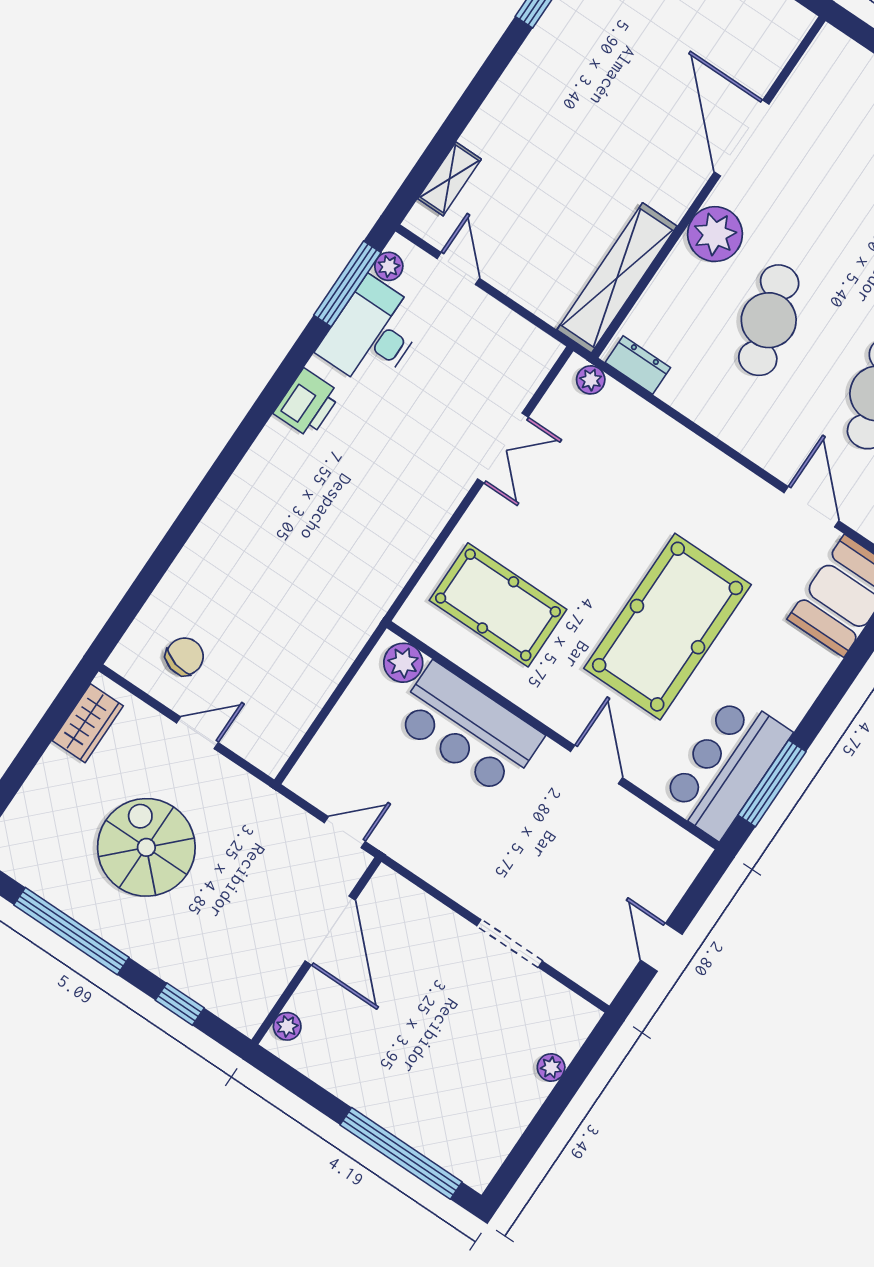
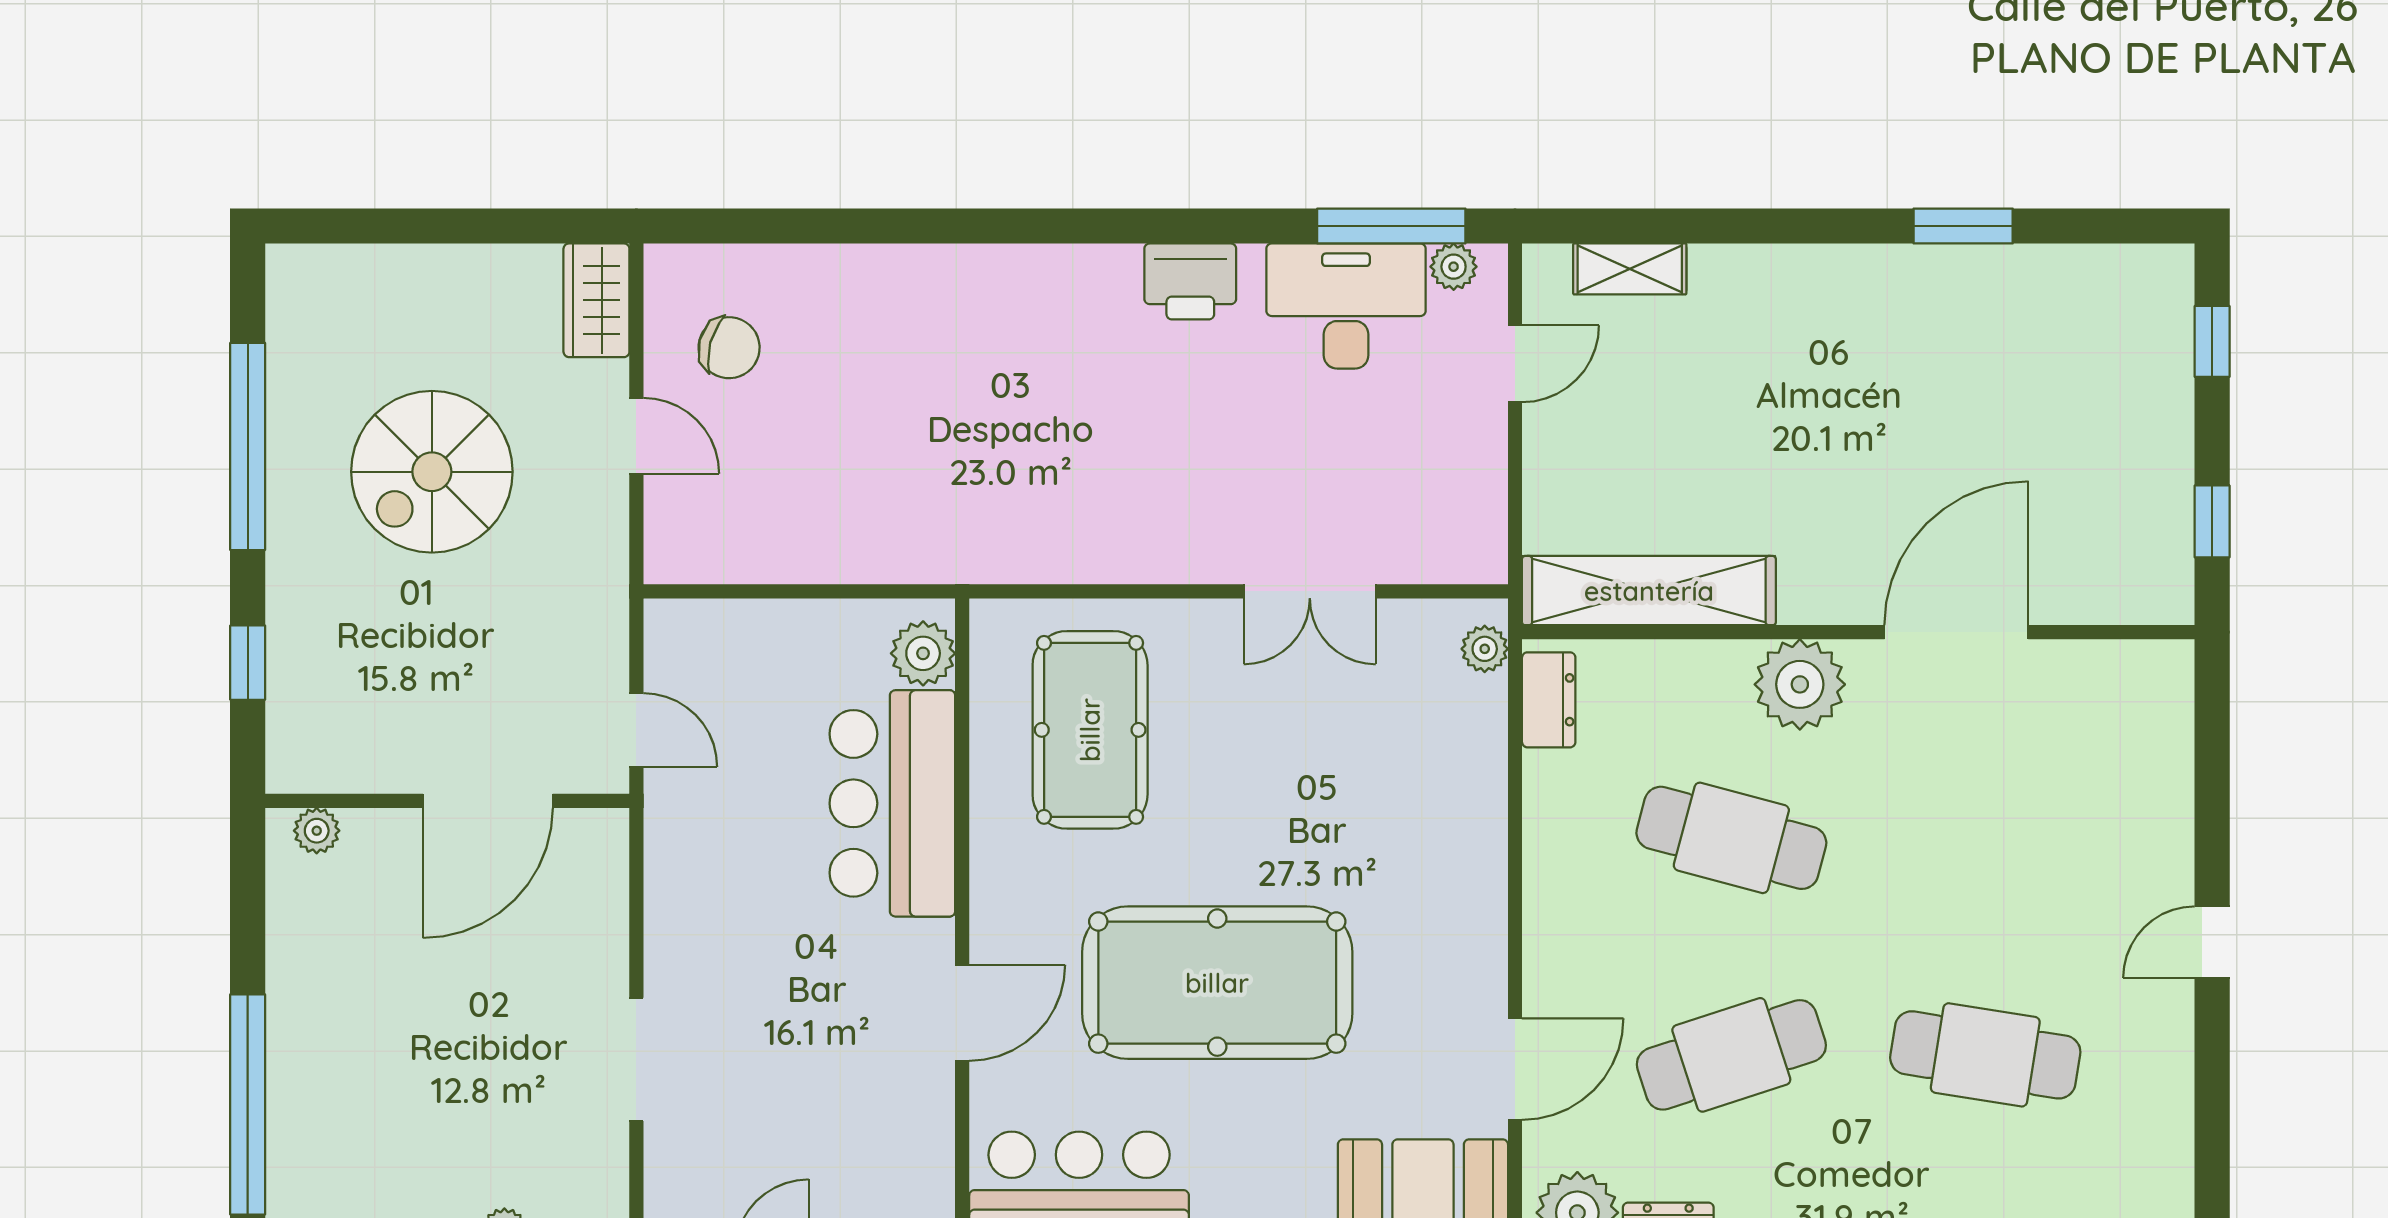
cafe table: (769, 320) -> (1731, 838), turned 33
wardrobe: (88, 723) -> (596, 300), moved, turned 90
spiral stairs: (146, 847) -> (432, 472), turned 180

